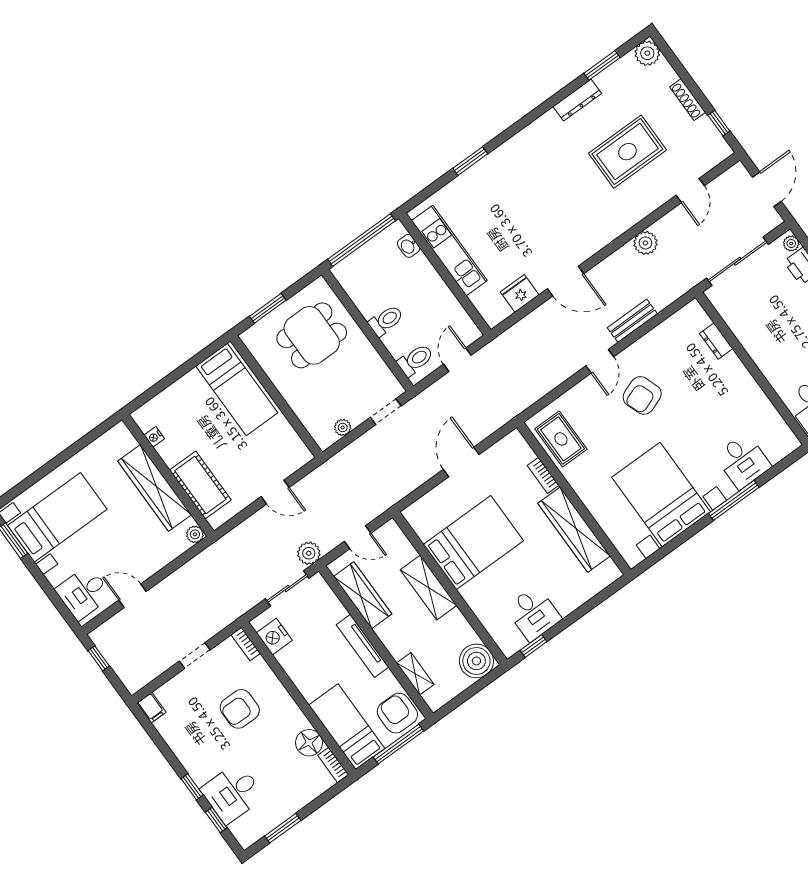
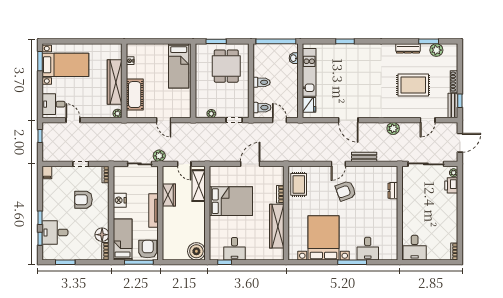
plant: (647, 53) -> (436, 50), moved
bench: (713, 139) -> (453, 106), added
fridge: (520, 293) -> (309, 105), moved, turned 90
dining table: (312, 335) -> (226, 66), turned 90
door: (457, 360) -> (279, 120), hinge flipped
shelving: (429, 588) -> (199, 186), moved
wardrobe: (363, 595) -> (169, 195), width x0.67
nightstand: (274, 637) -> (120, 200), moved
shelving: (415, 674) -> (167, 238), removed

